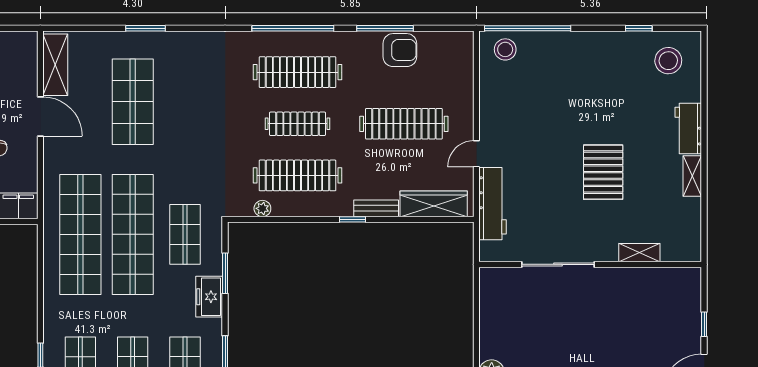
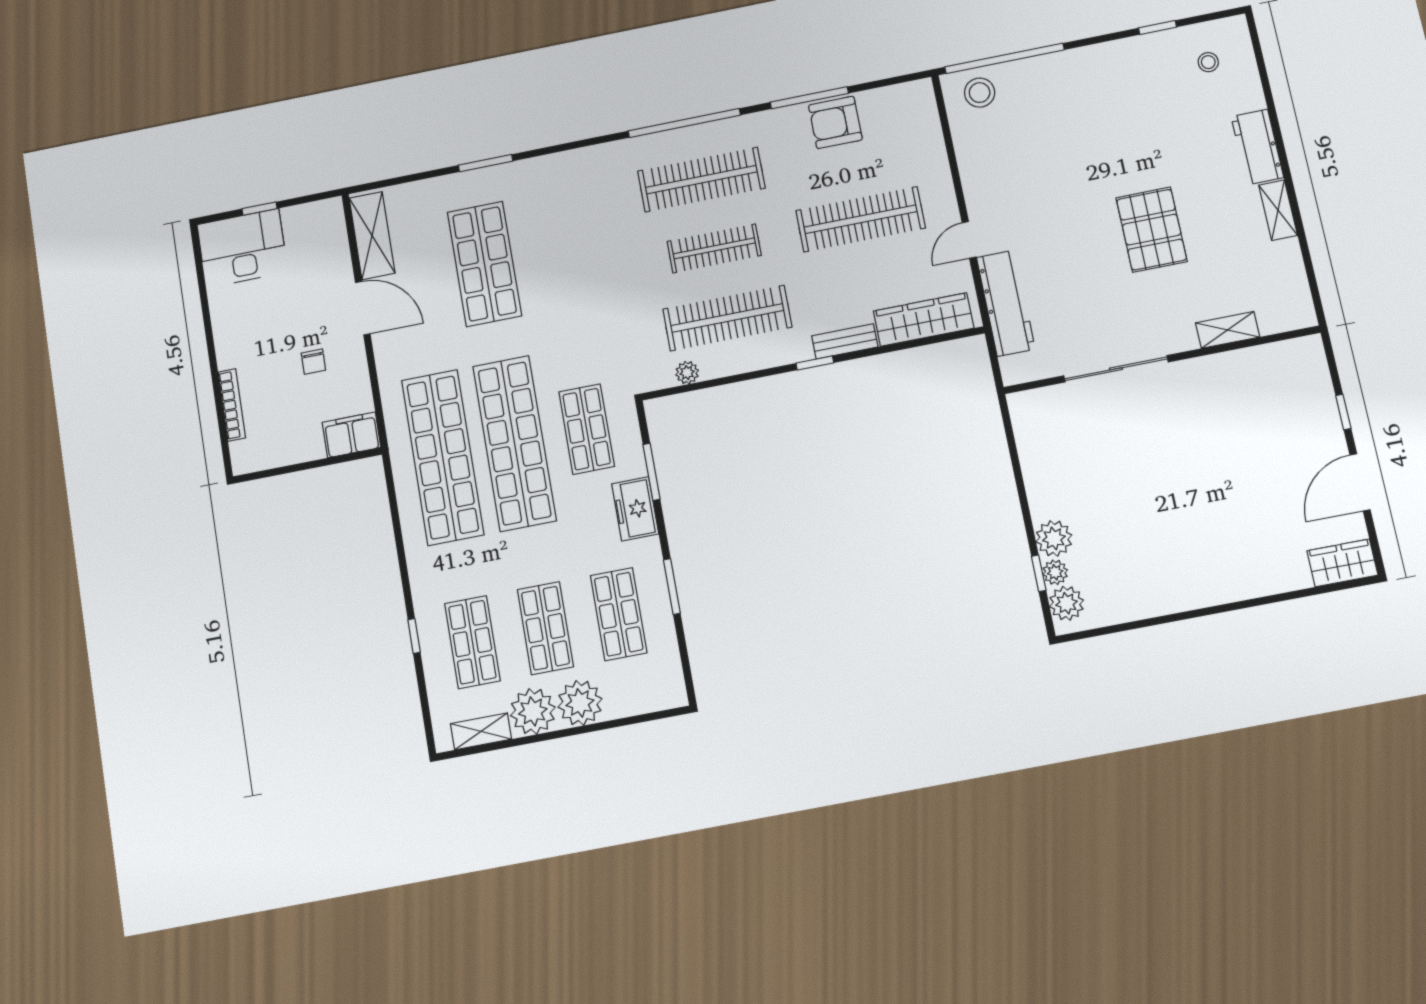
armchair: (400, 50) -> (835, 122), turned 180
stool: (668, 61) -> (1208, 62), width x0.53, depth x0.53

